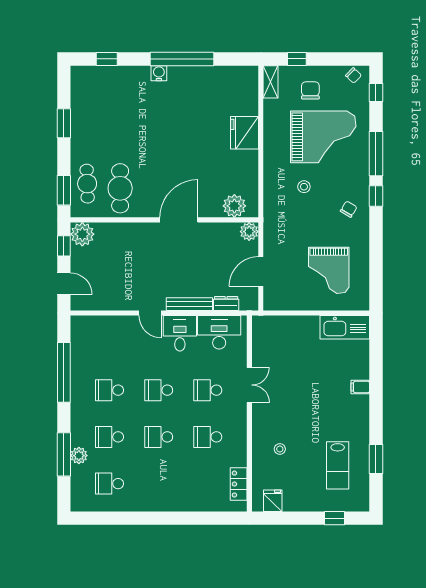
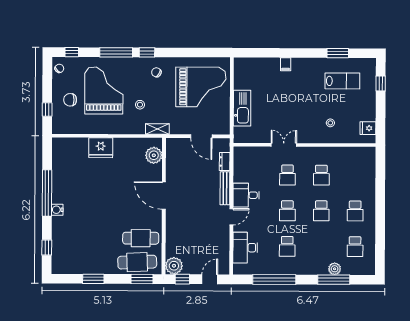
shelving: (271, 82) -> (157, 129), moved
cafe table: (87, 184) -> (137, 262), width x1.37, depth x1.35
plant: (249, 232) -> (172, 145), removed
grand piano: (329, 270) -> (201, 87), width x1.37, depth x1.48
kitchen sink: (345, 327) -> (242, 108), moved
desk: (219, 332) -> (245, 248), moved
school desk: (110, 437) -> (355, 211), moved
locker: (239, 484) -> (356, 153), removed

